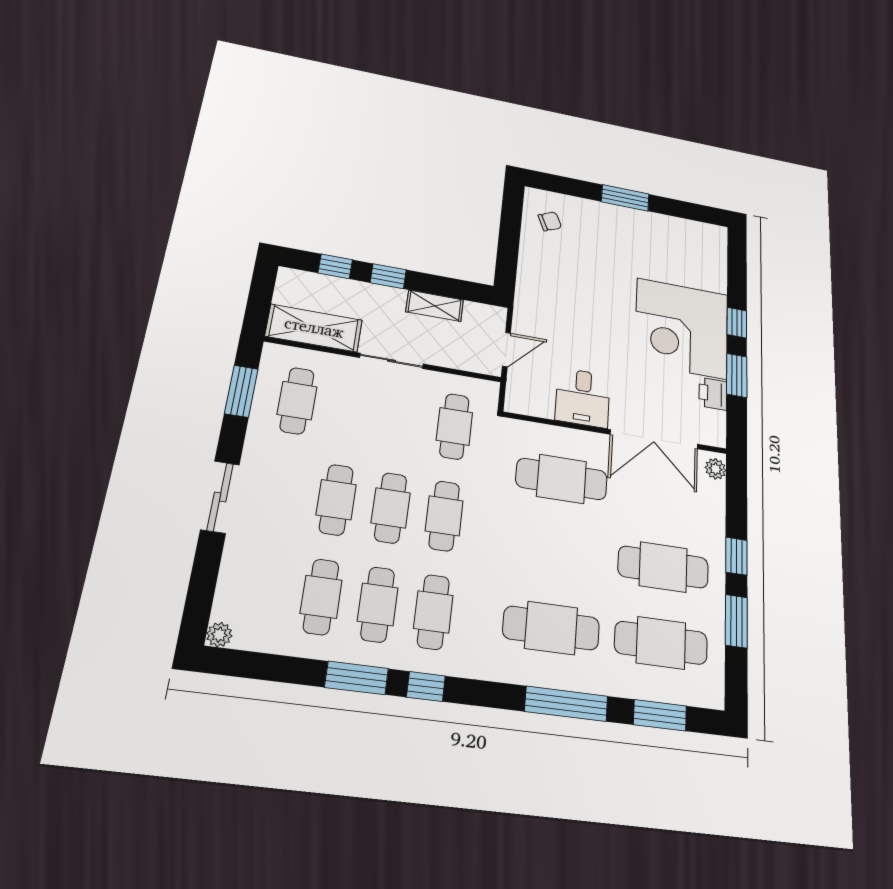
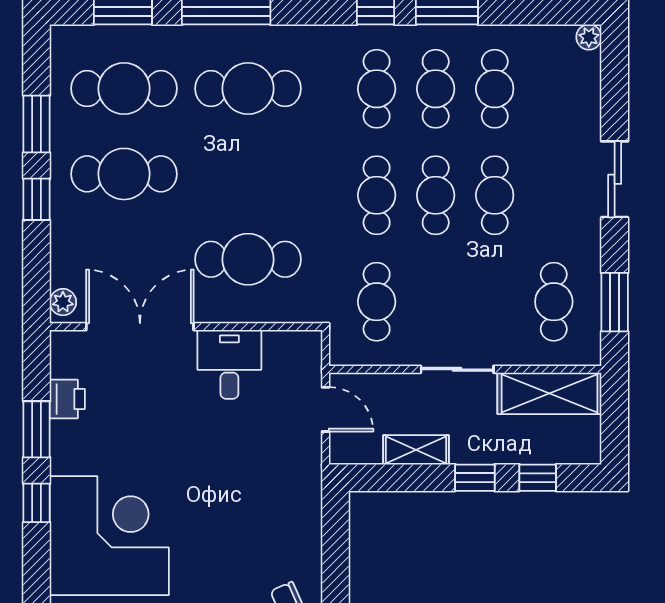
corner desk: (682, 328) -> (109, 536), moved
door: (506, 349) -> (326, 409), swing flipped

